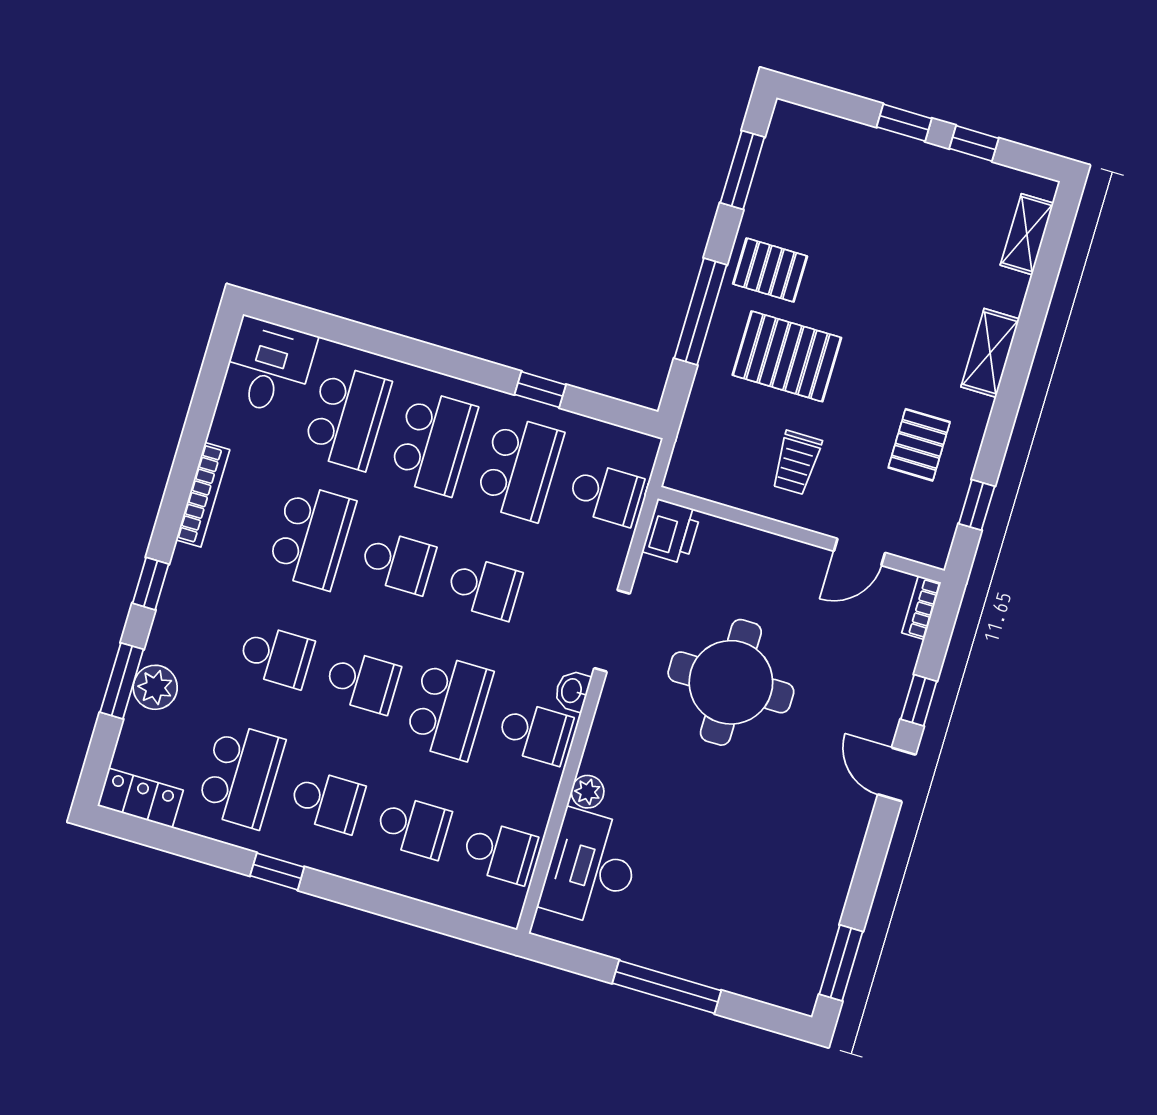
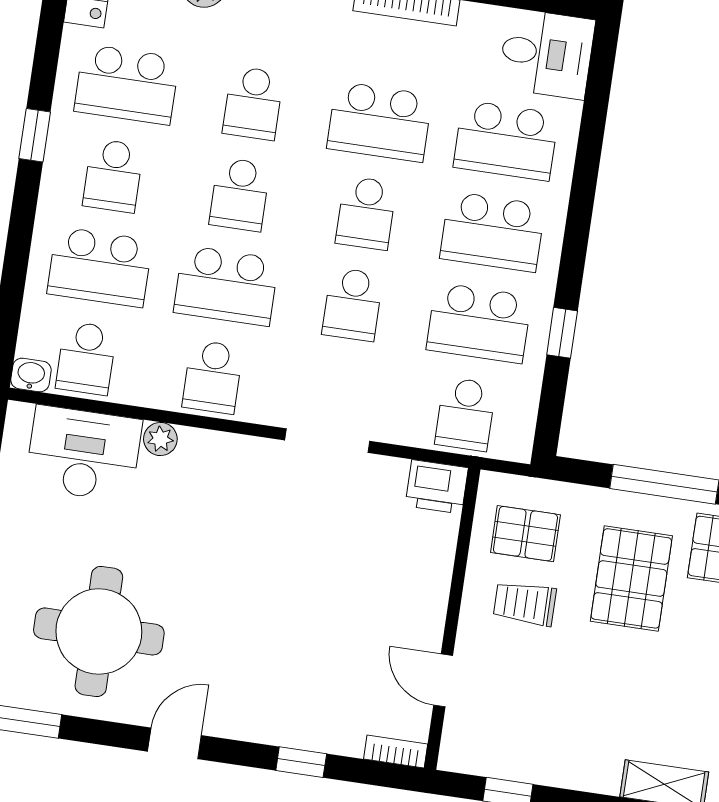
pallet: (919, 445) -> (525, 534), moved
round table: (731, 682) -> (99, 631), moved
washbasin: (572, 691) -> (31, 375), moved
door: (897, 775) -> (174, 743), moved
school desk: (413, 827) -> (100, 267), width x1.85

